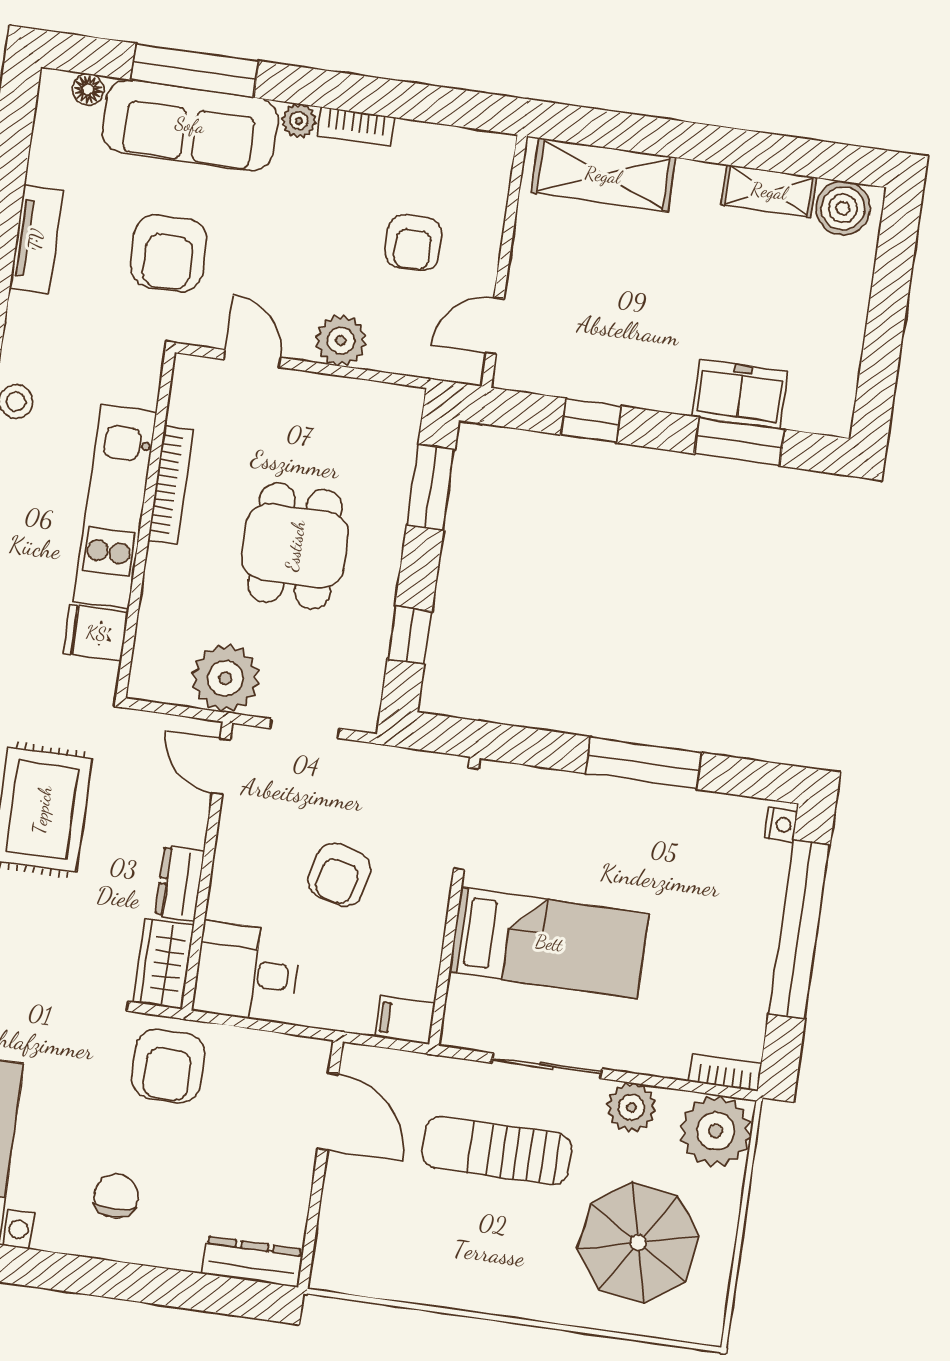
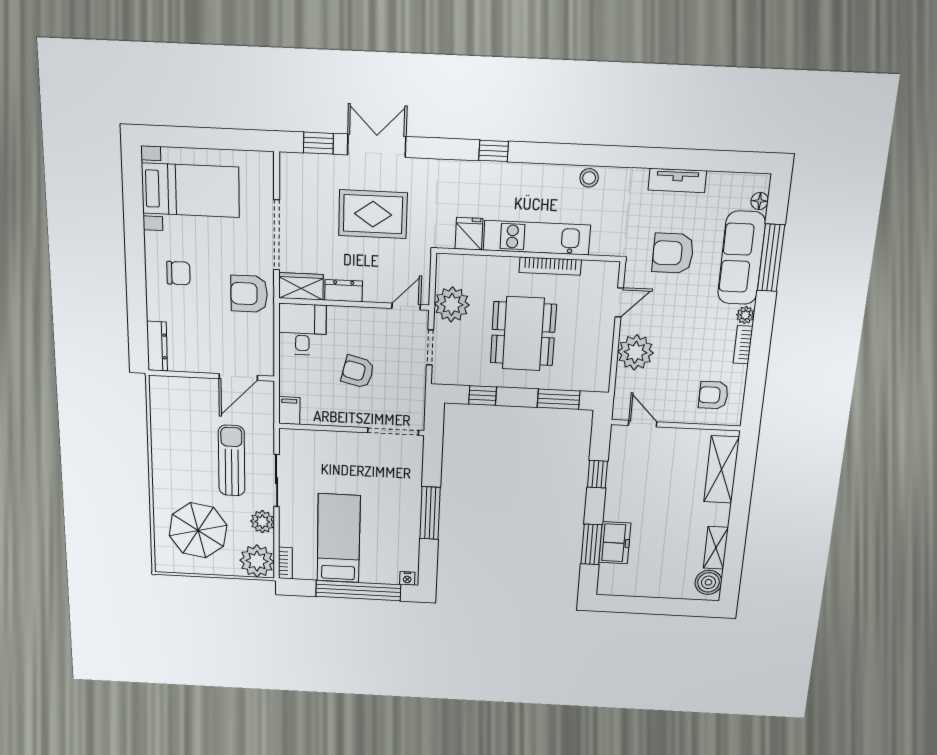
armchair: (413, 243) -> (713, 395), moved
plant: (341, 341) -> (635, 352), width x1.36, depth x1.36
dining table: (295, 546) -> (523, 334), width x1.38
bed: (549, 943) -> (339, 538), moved, turned 180

